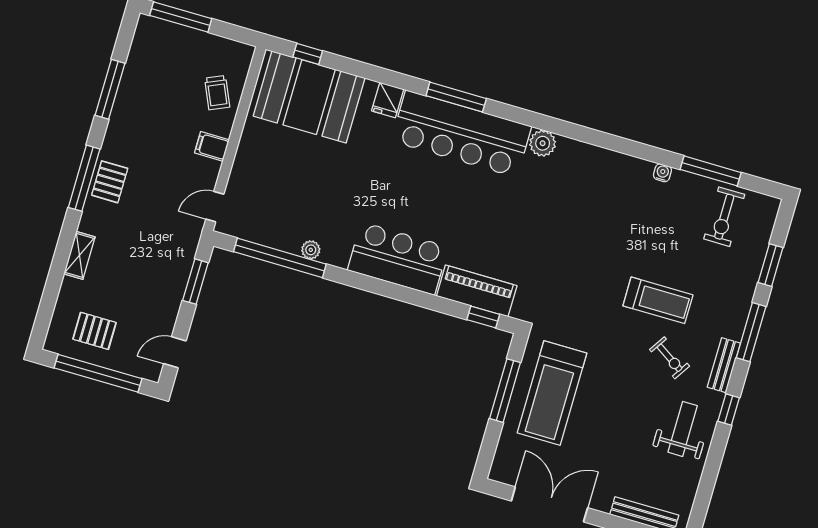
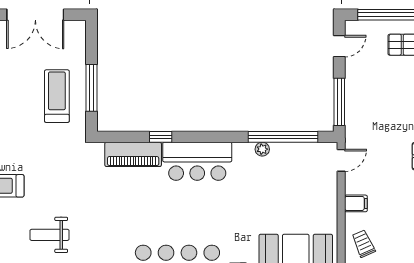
weight bench: (613, 220) -> (49, 235), added
window: (195, 282) -> (339, 102), width x1.44
window: (483, 317) -> (161, 137), moved
treadmill: (552, 393) -> (57, 96), width x0.73, depth x0.73

